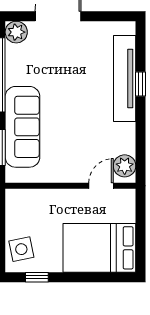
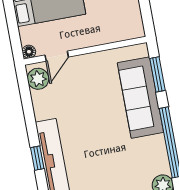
floor lamp: (129, 196) -> (29, 52), added

